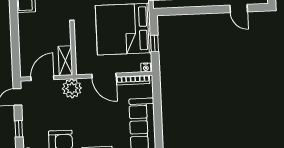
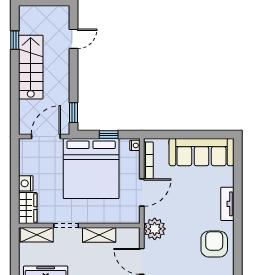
window: (173, 11) -> (74, 113), added
shelving: (65, 61) -> (99, 235), moved

